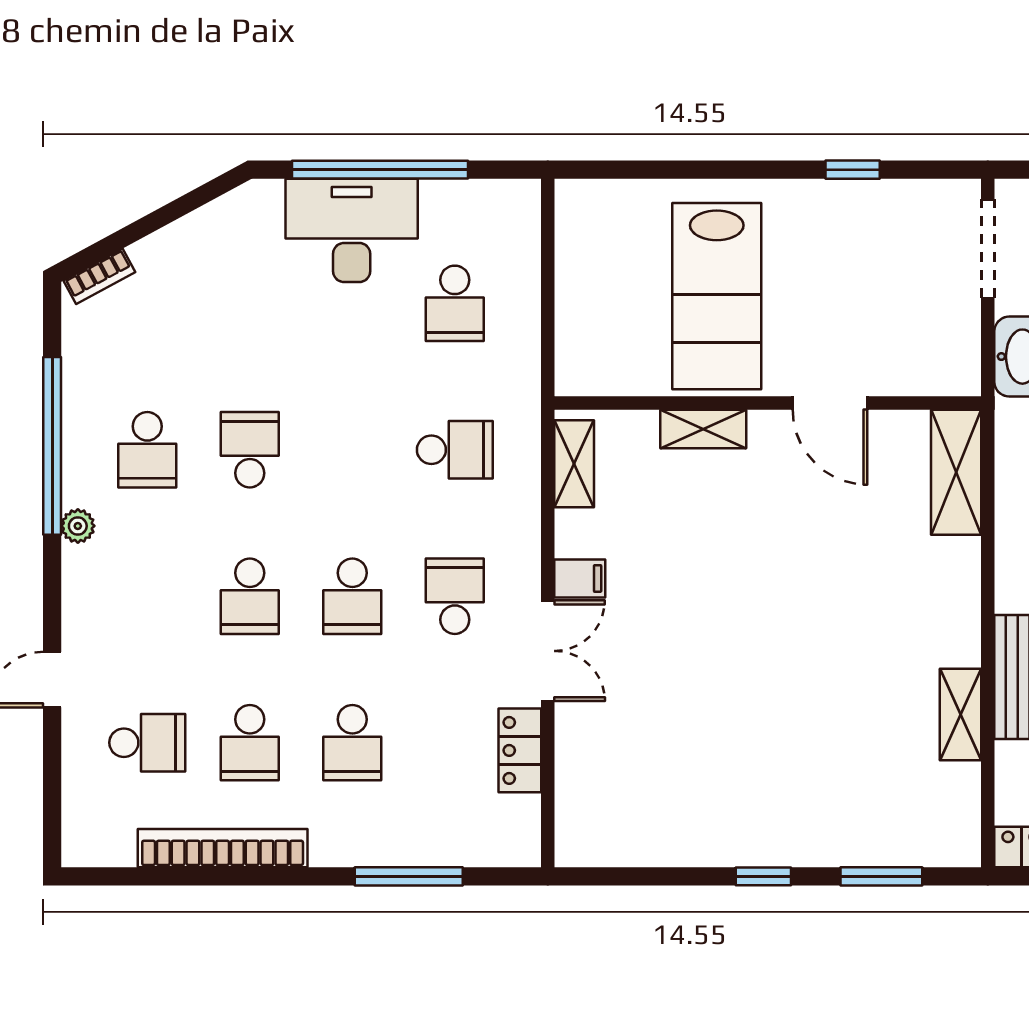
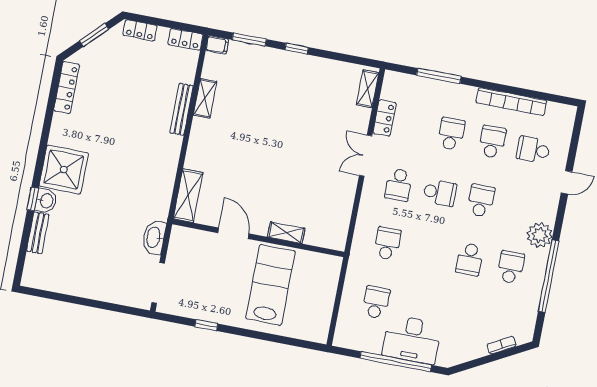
bookcase: (99, 276) -> (502, 345), moved
school desk: (455, 450) -> (387, 243), turned 90
shelving: (574, 464) -> (368, 89), moved
plant: (78, 526) -> (540, 235), width x1.88, depth x1.88
filing cabinet: (580, 578) -> (217, 45), moved, turned 180
school desk: (352, 596) -> (440, 193), turned 90

